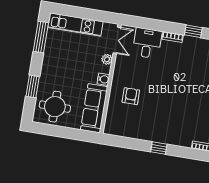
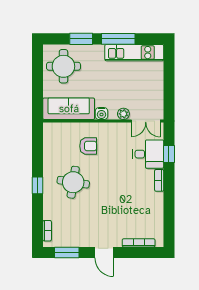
kitchen unit: (75, 25) -> (134, 53), moved, turned -90
window: (193, 31) -> (169, 154), moved
window: (41, 37) -> (118, 39), moved
round table: (161, 115) -> (73, 182), added

